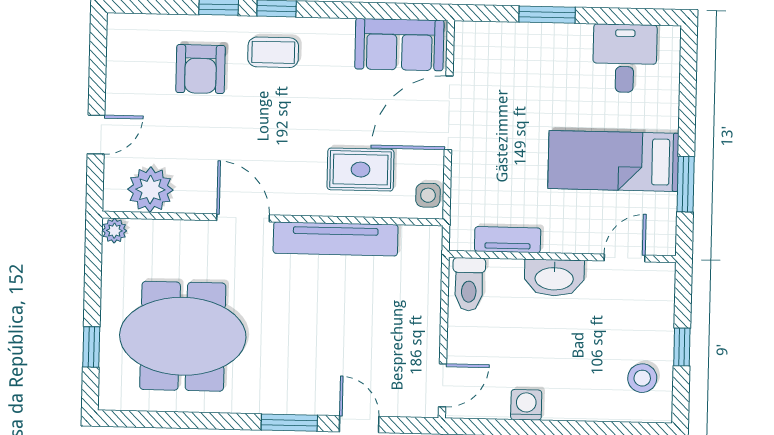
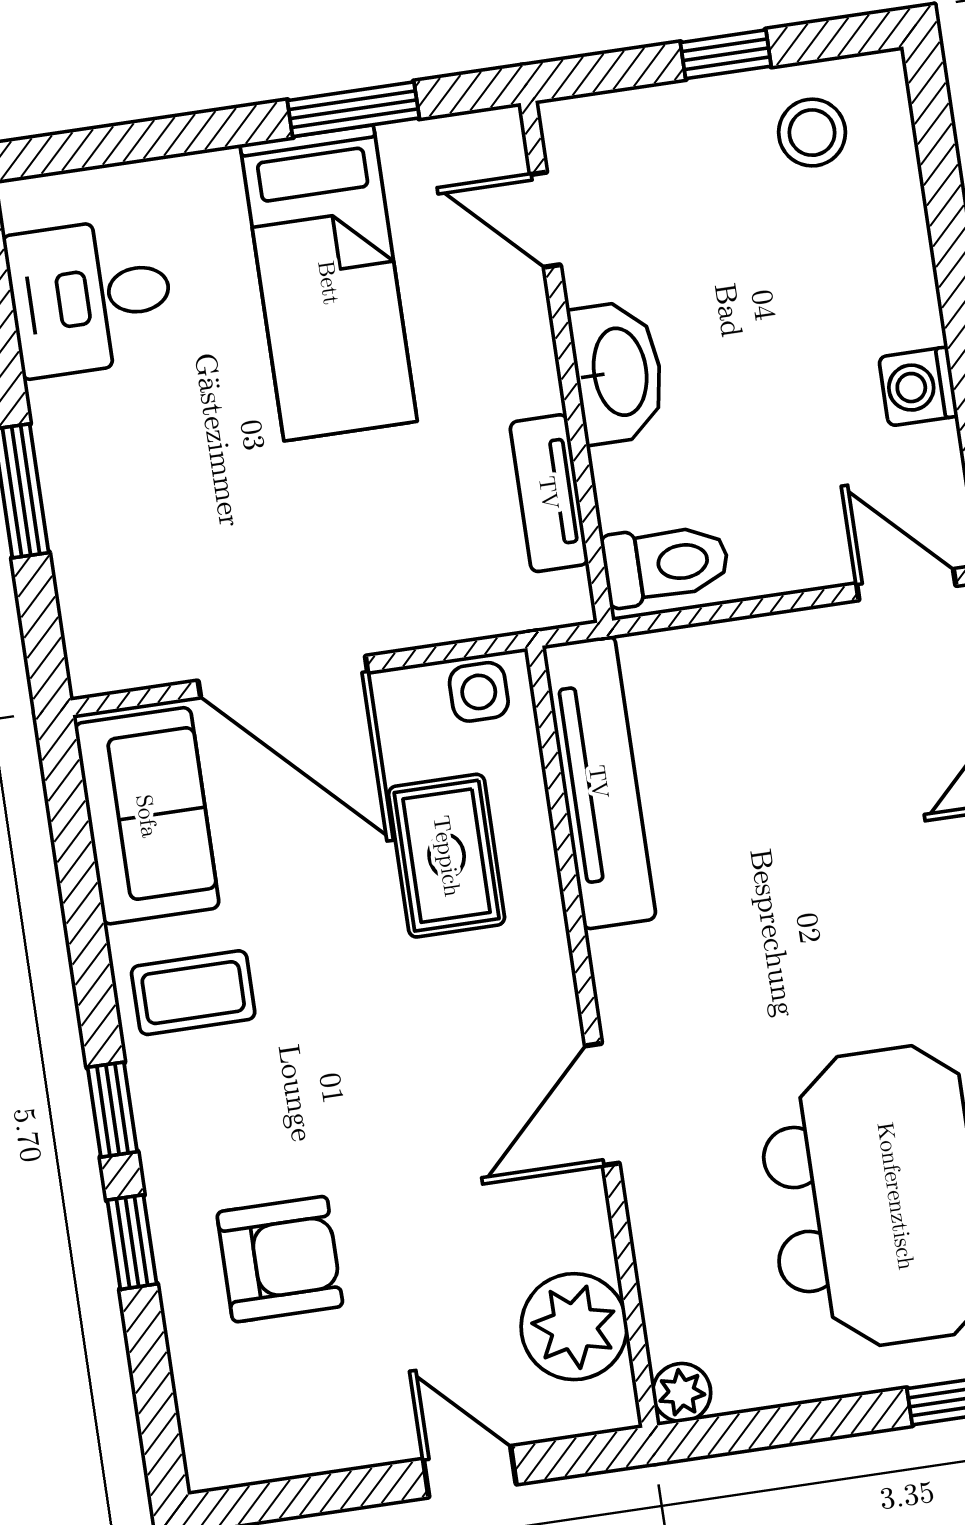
coffee table: (273, 52) -> (193, 993), moved, turned 90
tv unit: (336, 239) -> (599, 782), moved

